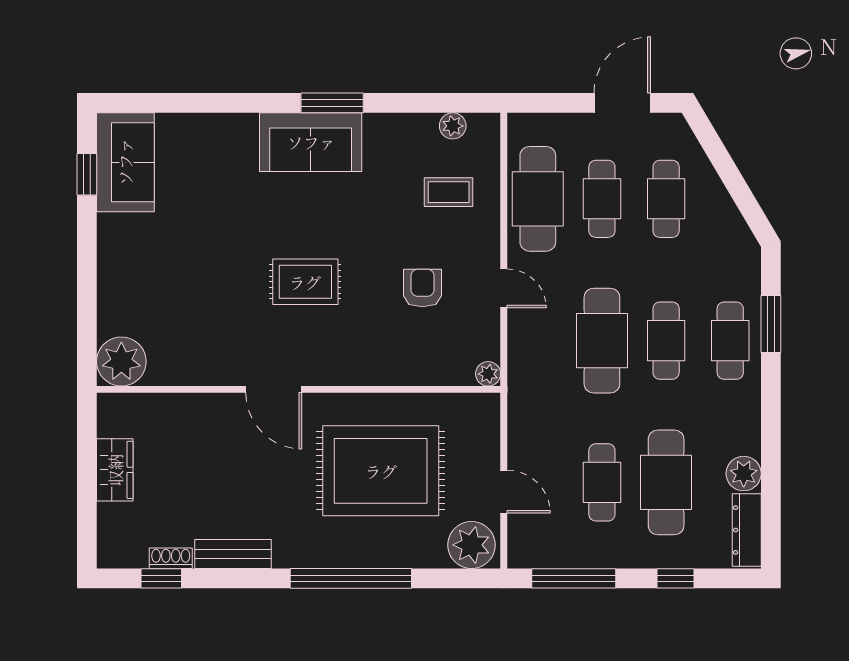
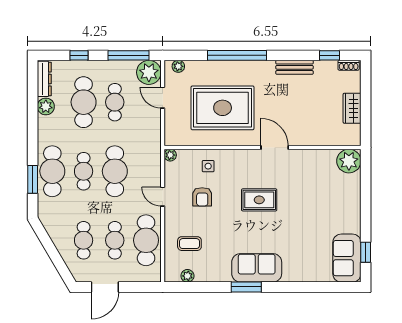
cafe table: (730, 341) -> (52, 171), width x1.37, depth x1.35
side table: (410, 351) -> (208, 166), added
plant: (532, 544) -> (149, 72), added
plant: (472, 545) -> (178, 66), width x0.53, depth x0.53
shoe rack: (171, 558) -> (349, 65), moved

